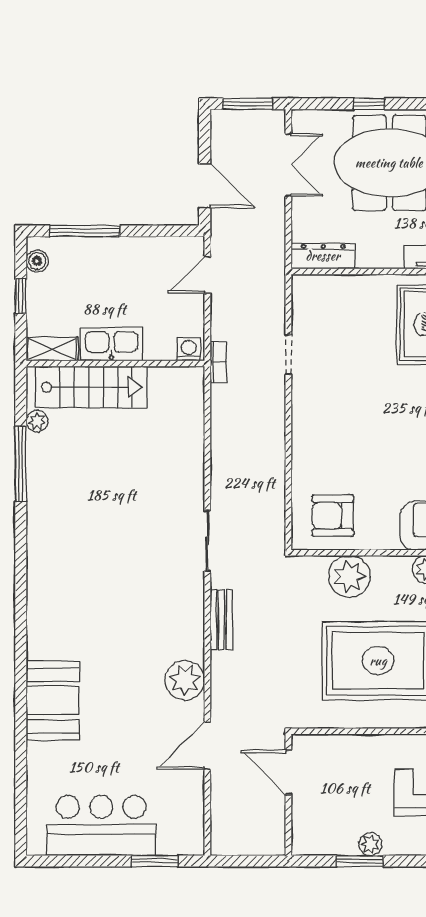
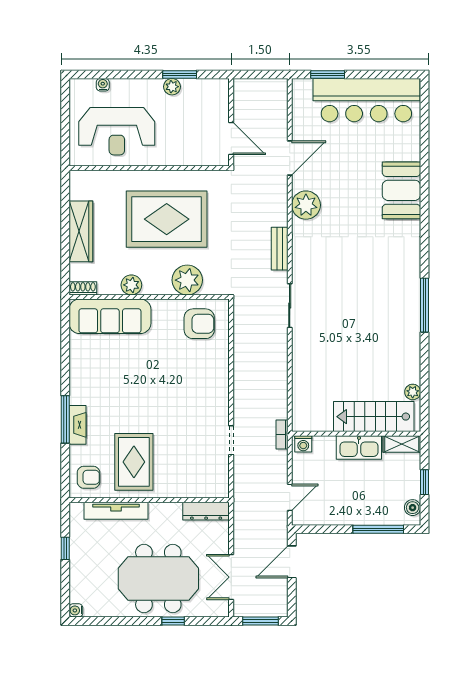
door: (205, 186) -> (292, 562), hinge flipped
window: (21, 464) -> (424, 305), moved
bar counter: (101, 826) -> (366, 100), width x1.36

